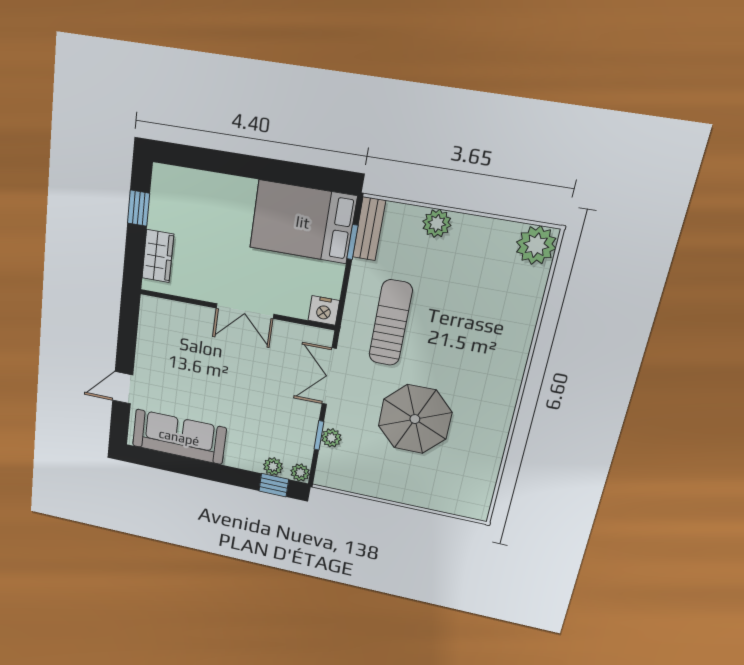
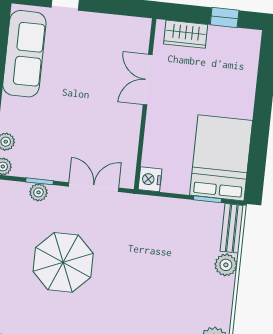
bench: (369, 229) -> (232, 228), moved, turned 90
double door: (245, 311) -> (148, 80), moved
sun lounger: (391, 323) -> (144, 235), removed

